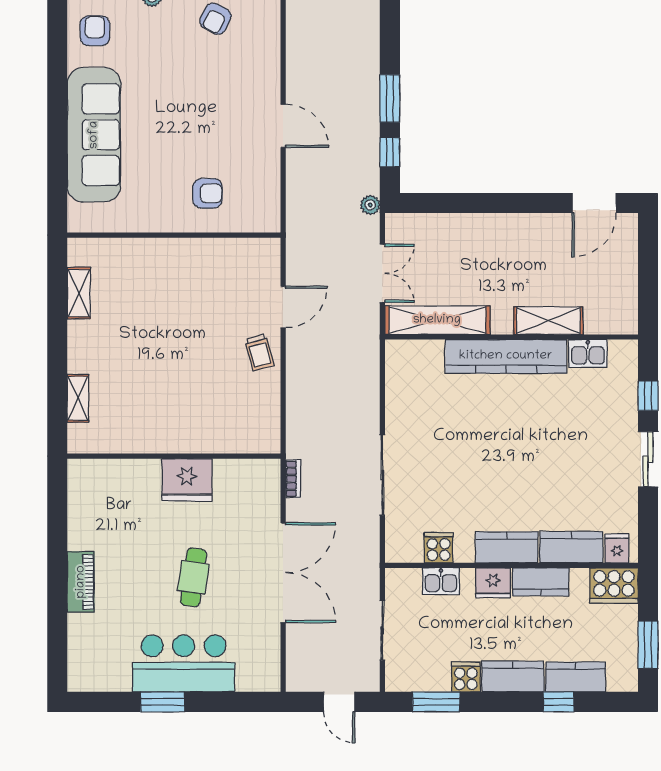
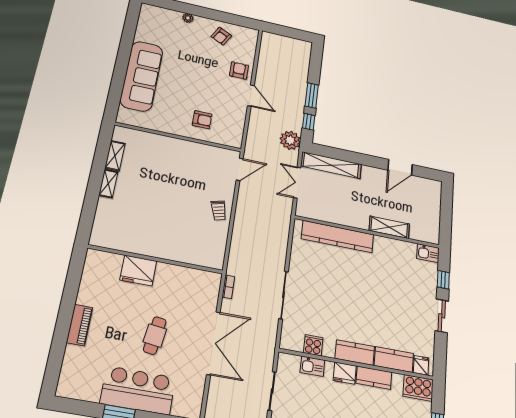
armchair: (95, 31) -> (239, 70), moved
door: (594, 203) -> (400, 167), moved
plant: (370, 205) -> (290, 140), width x1.88, depth x1.88
double door: (382, 273) -> (297, 183), swing flipped
door: (283, 307) -> (240, 169), moved
shelving: (437, 320) -> (331, 165), moved
kitchen sink: (588, 353) -> (428, 253), moved
kitchen counter: (506, 356) -> (338, 237), moved
shelving: (78, 398) -> (108, 184), moved
fridge: (187, 480) -> (138, 270), moved

